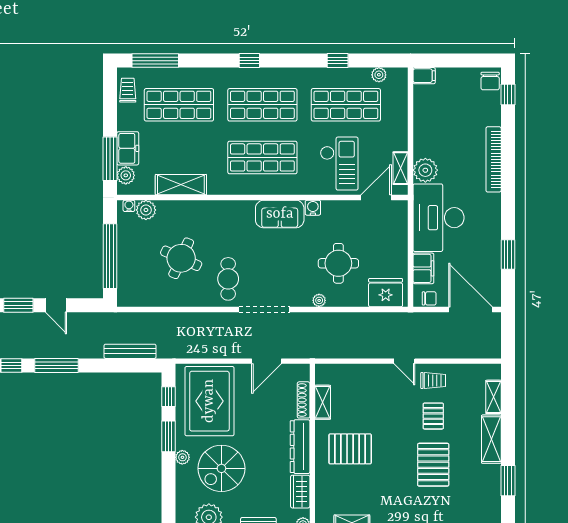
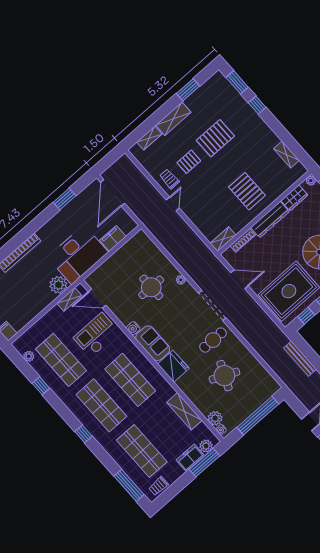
fridge: (386, 293) -> (173, 366), moved, turned 180
chair: (429, 298) -> (127, 221), removed
shelving: (323, 402) -> (223, 239), moved

